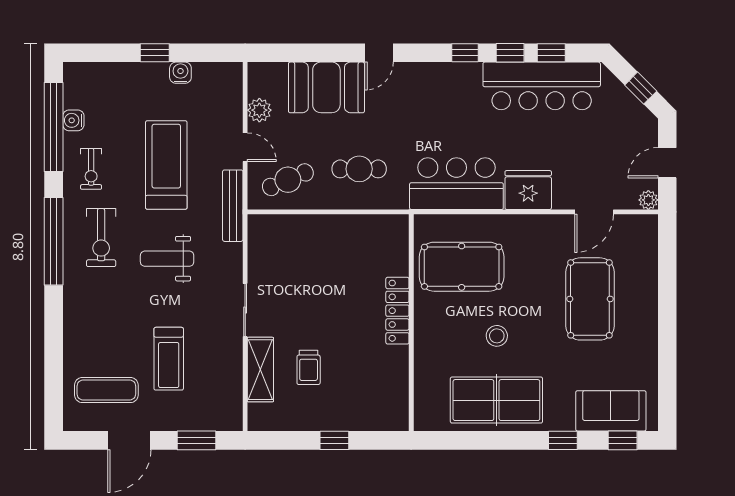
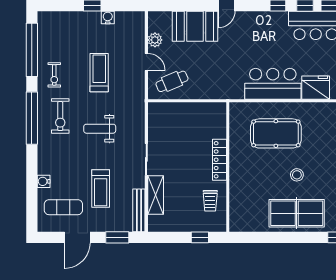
water cooler: (73, 120) -> (44, 181), moved
treadmill: (166, 165) -> (99, 73), width x0.73, depth x0.73
cafe table: (359, 169) -> (215, 75), removed
bench: (233, 206) -> (139, 210), moved
locker: (397, 311) -> (220, 160), moved
wall: (411, 323) -> (228, 167), moved
trolley: (309, 367) -> (210, 201), moved

